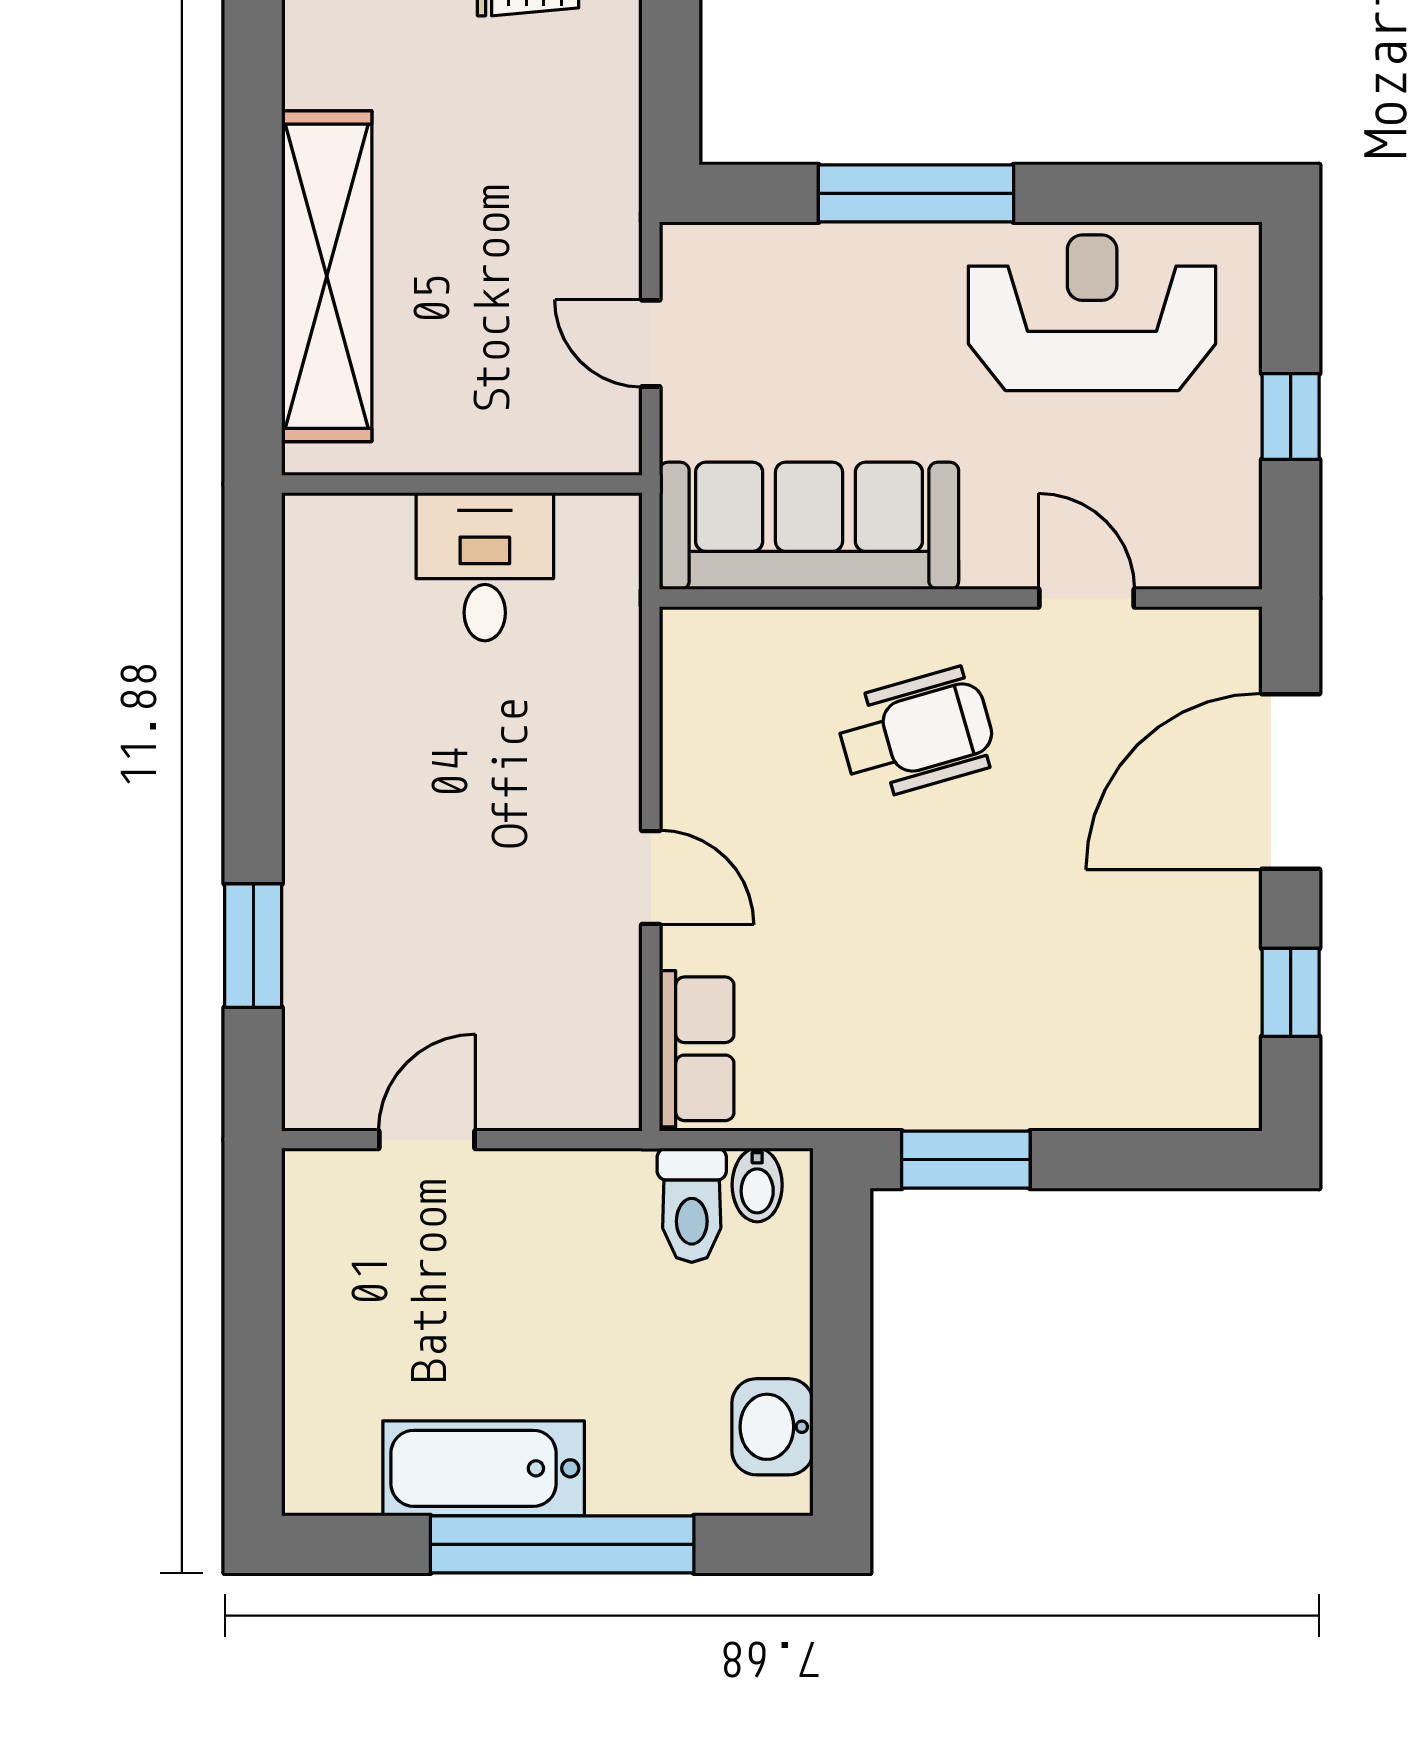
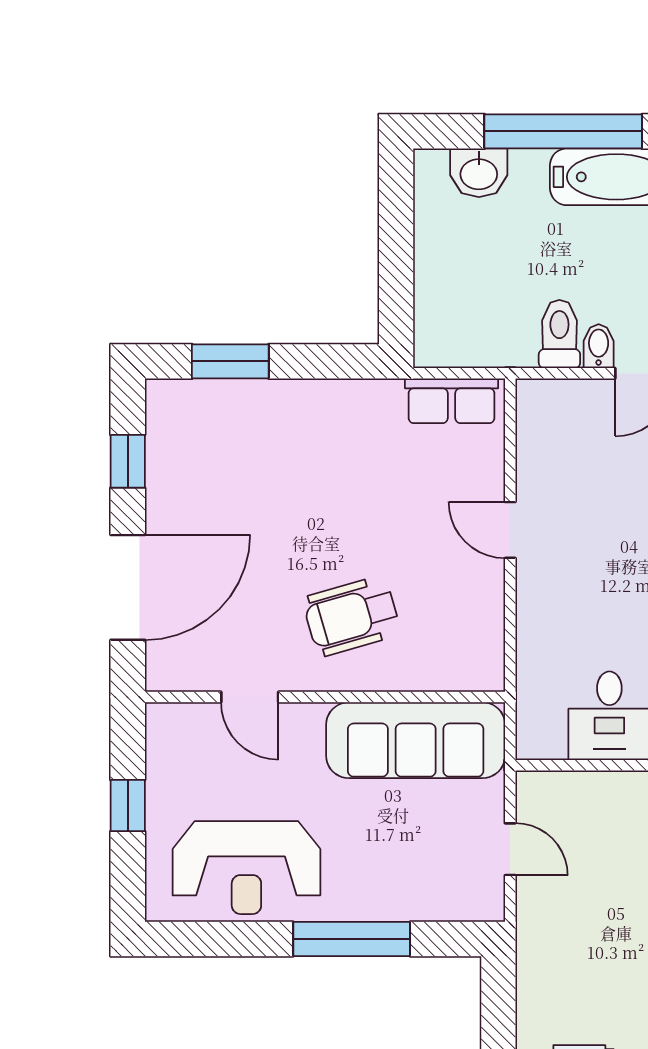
row of seats: (697, 1049) -> (452, 401), moved, turned -90
window: (966, 1160) -> (230, 361), moved
bidet: (757, 1185) -> (599, 346), moved
toilet: (692, 1205) -> (559, 334), moved
washbasin: (773, 1427) -> (479, 173), moved, turned 90

